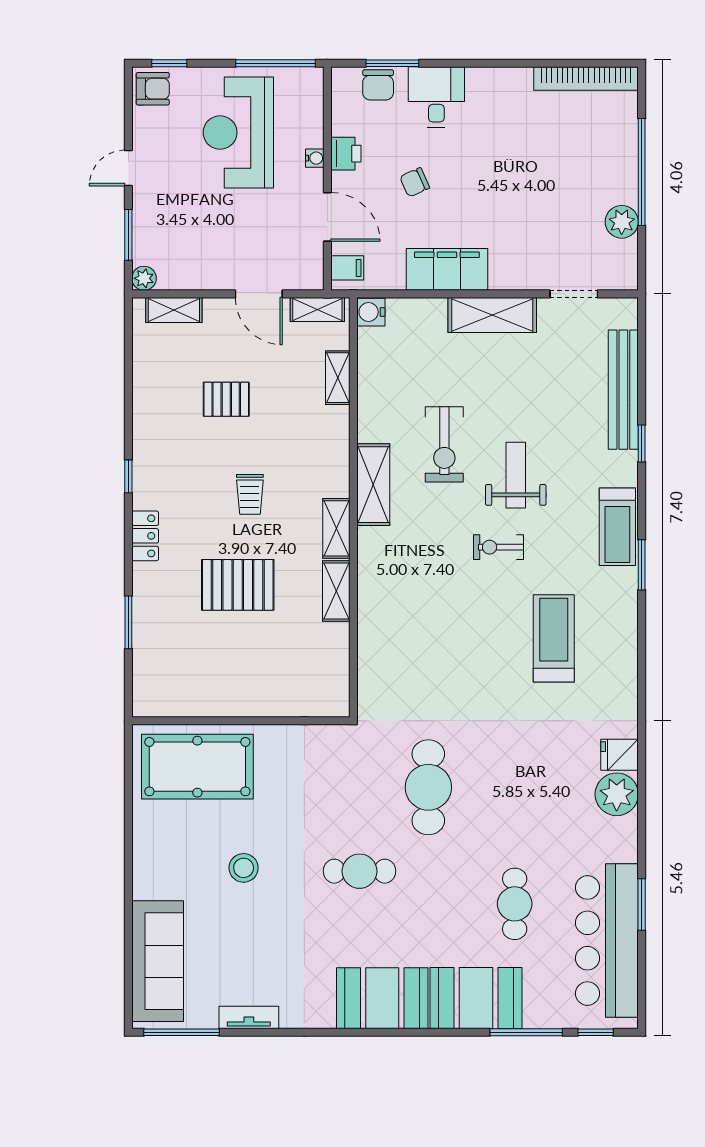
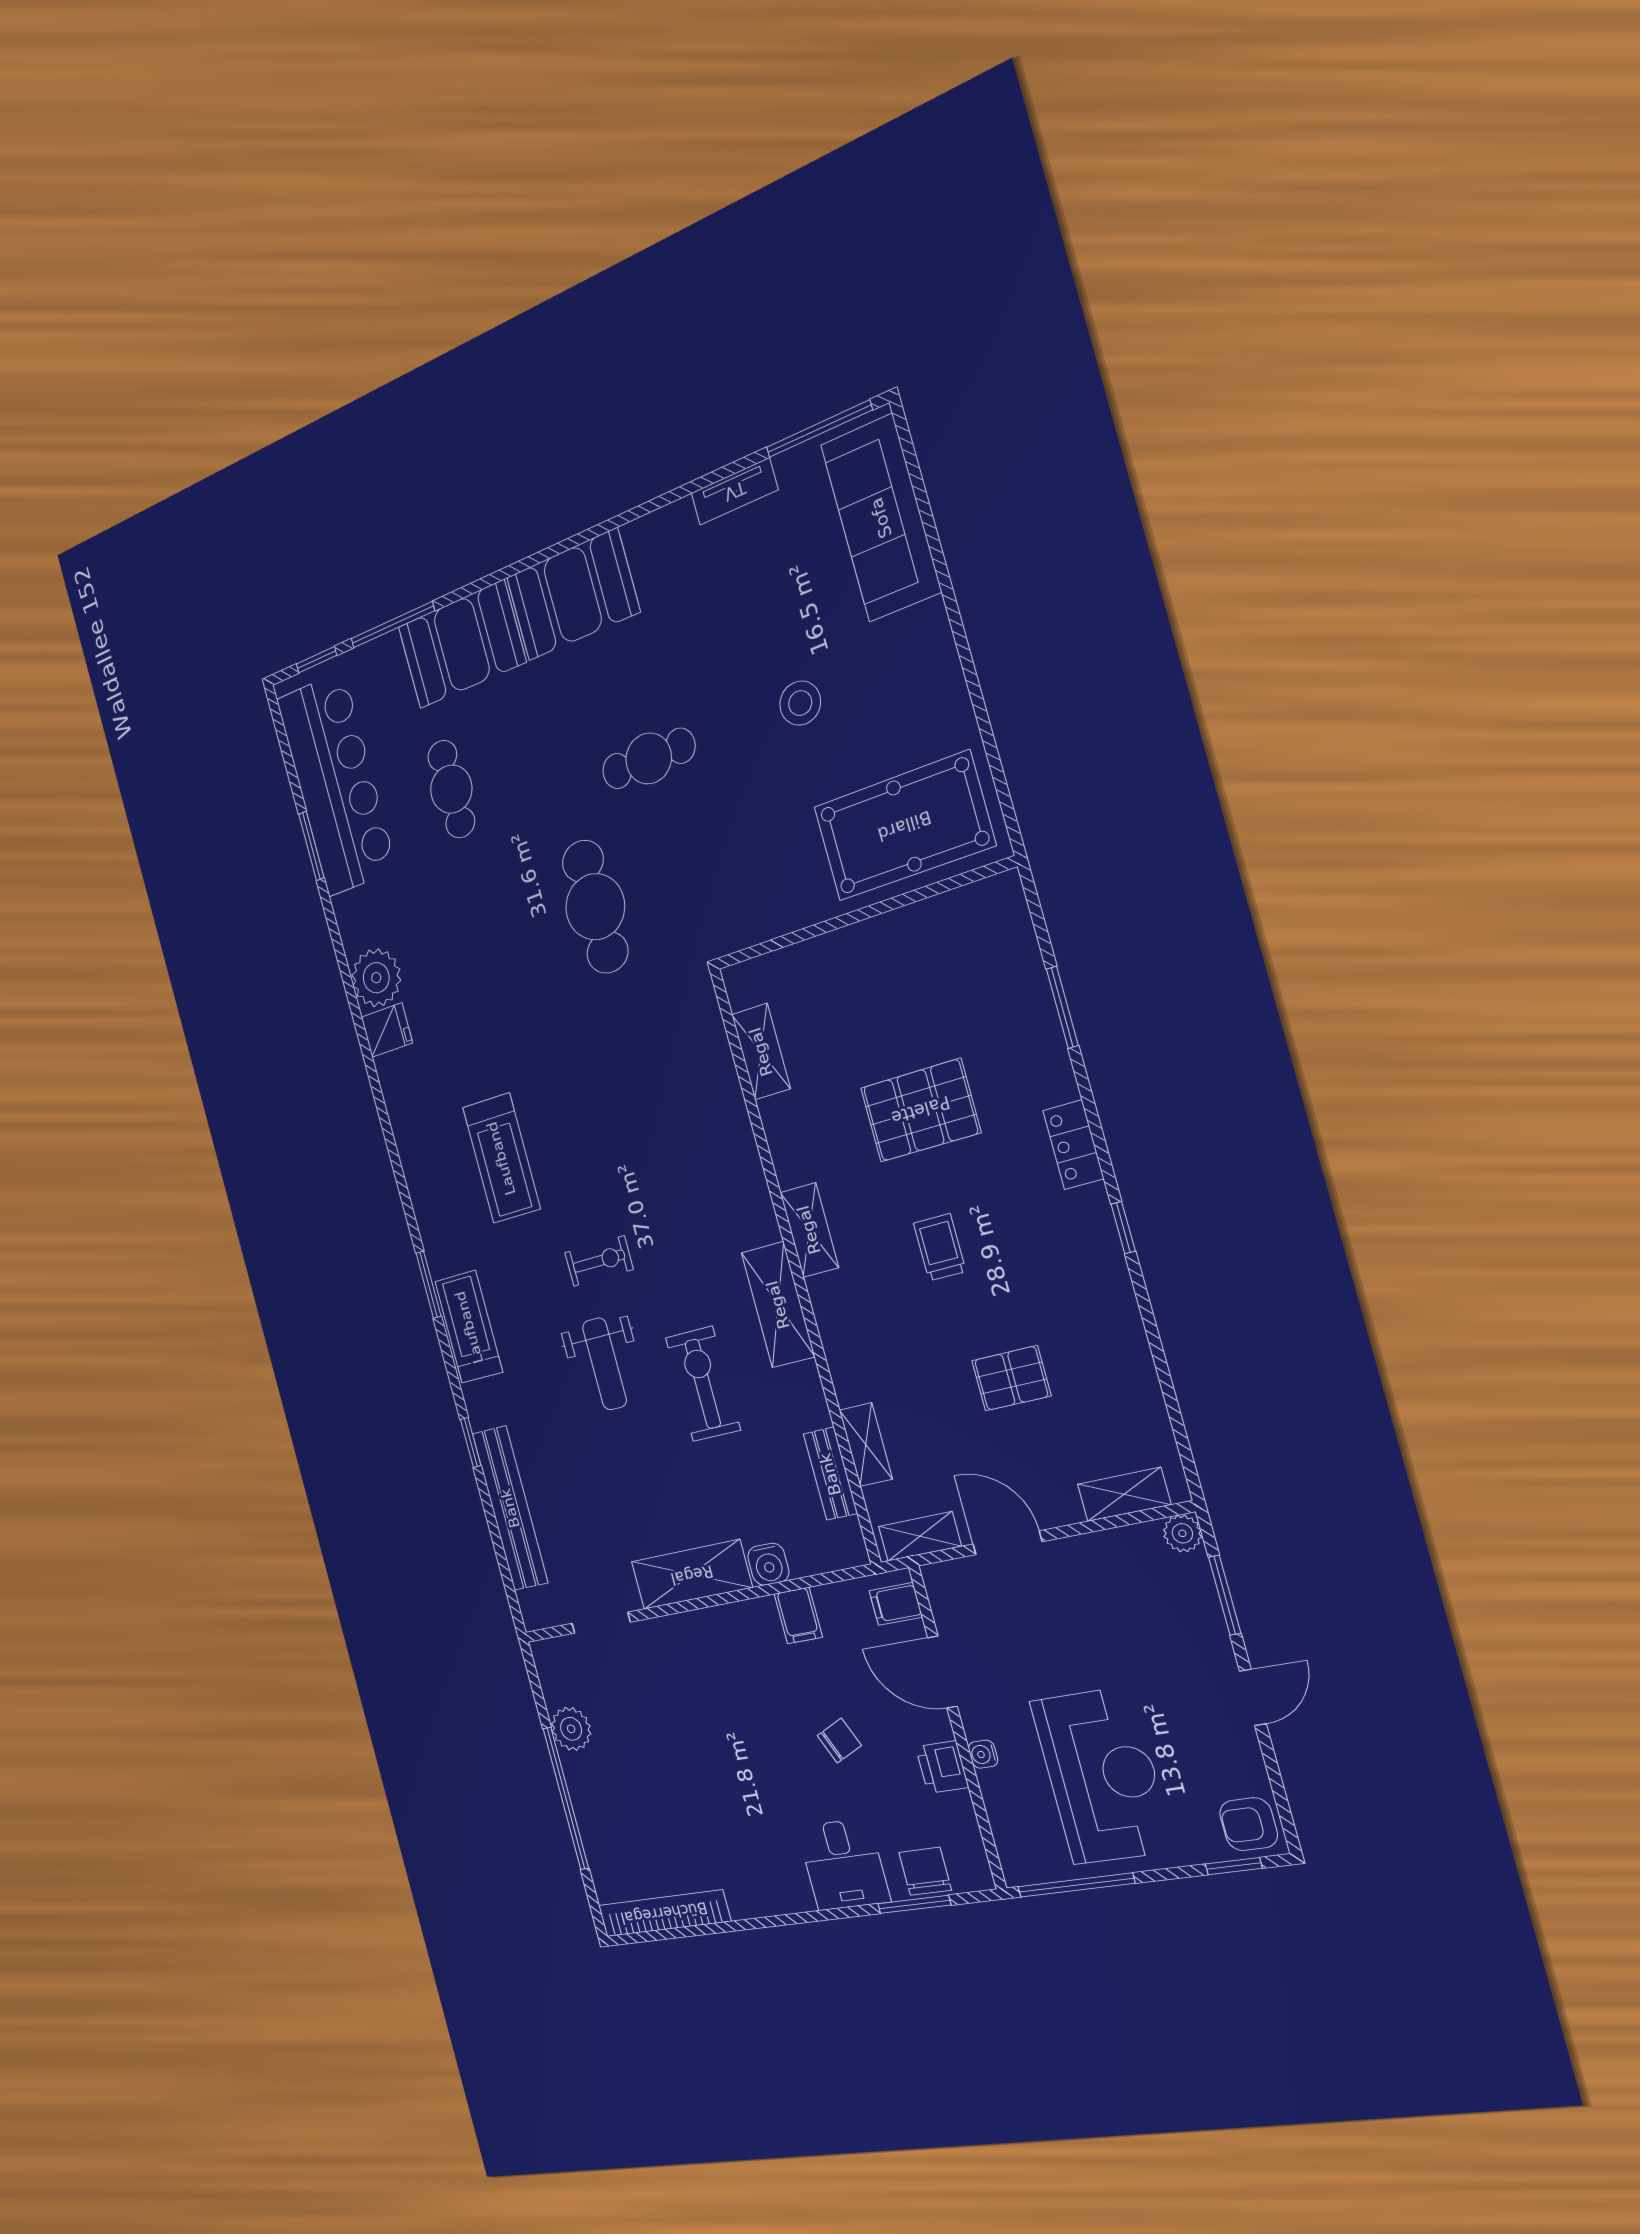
filing cabinet: (447, 269) -> (798, 1615), width x0.33, depth x0.86
water cooler: (371, 312) -> (768, 1564), moved, turned 90
bench: (368, 364) -> (830, 1474), added
shelving: (336, 591) -> (761, 1052), moved

